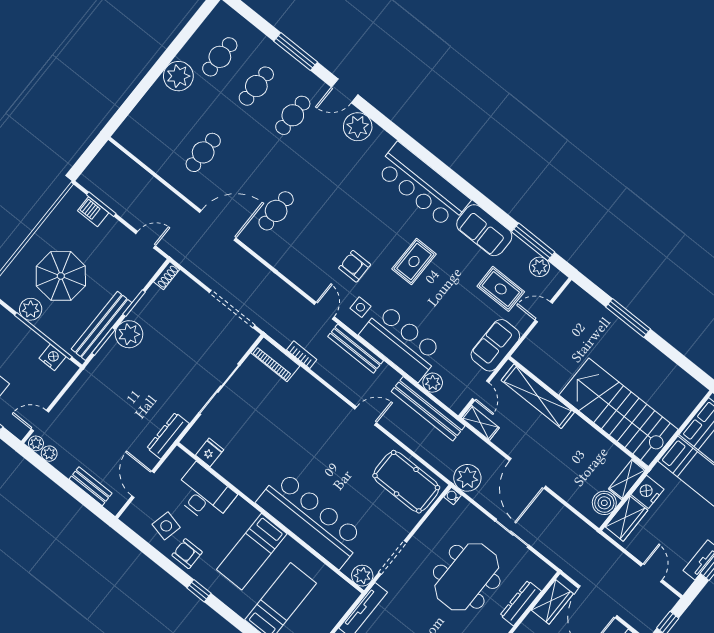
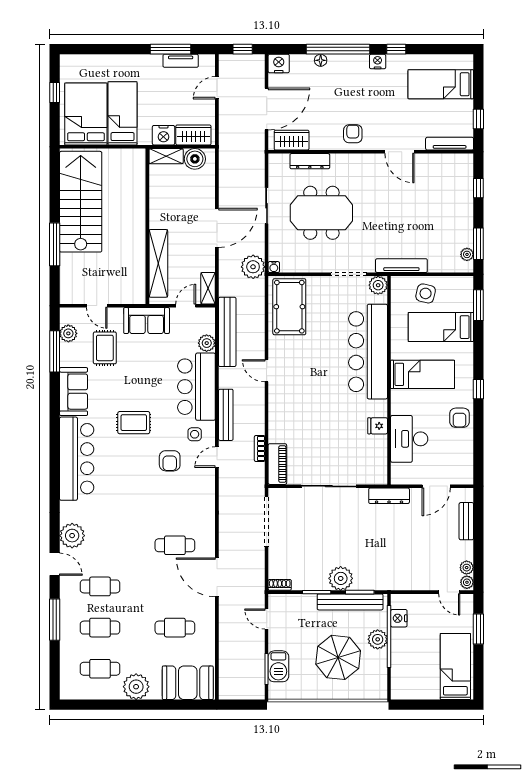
booth: (145, 125) -> (188, 683), added
barbecue: (93, 212) -> (278, 666), width x1.38, depth x1.27
plant: (31, 309) -> (378, 639), moved
stairs: (619, 412) -> (81, 202), moved, turned 180
fridge: (210, 452) -> (378, 426), moved
side table: (166, 526) -> (426, 293), moved

